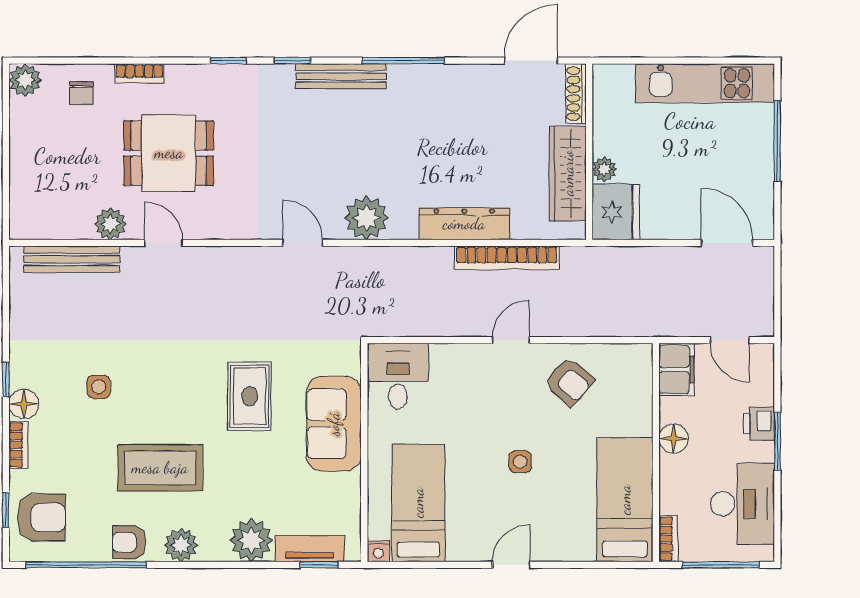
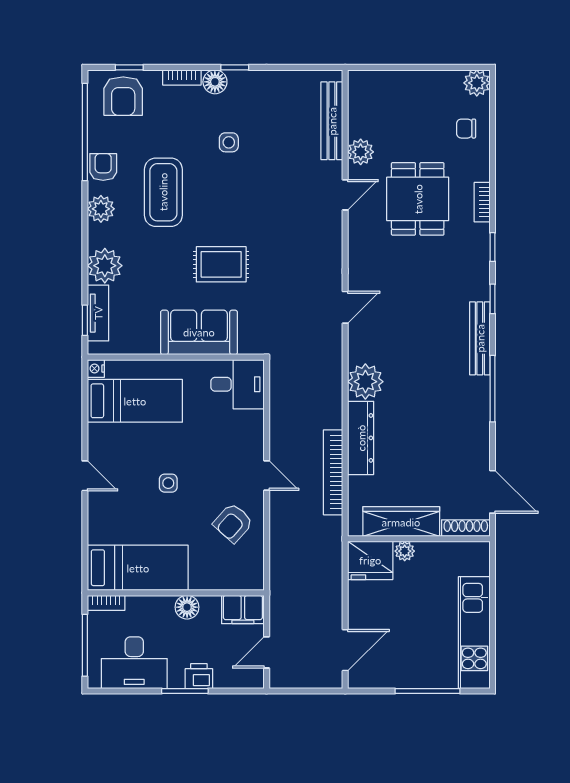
bookcase: (139, 73) -> (482, 202), moved
plant: (367, 218) -> (365, 382), moved

